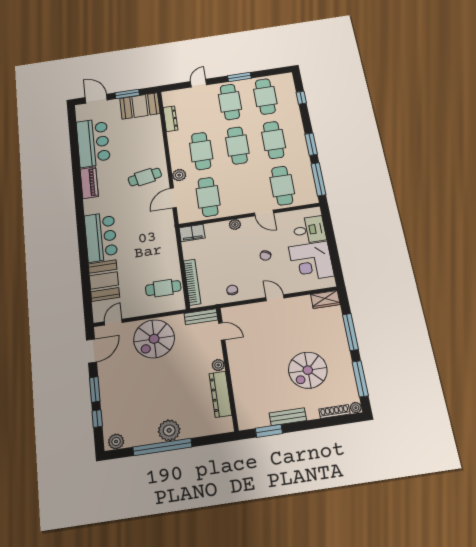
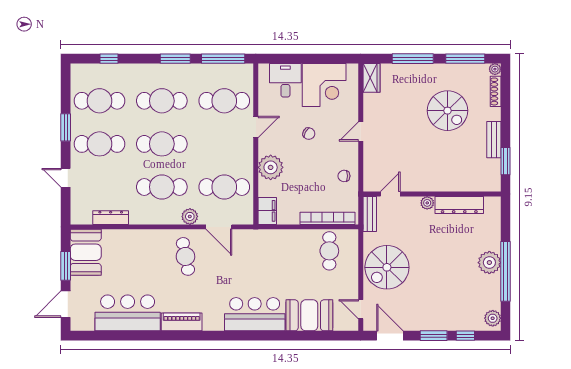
plant: (235, 225) -> (271, 167), width x1.88, depth x1.88
spiral stairs: (154, 339) -> (387, 267), turned 90

